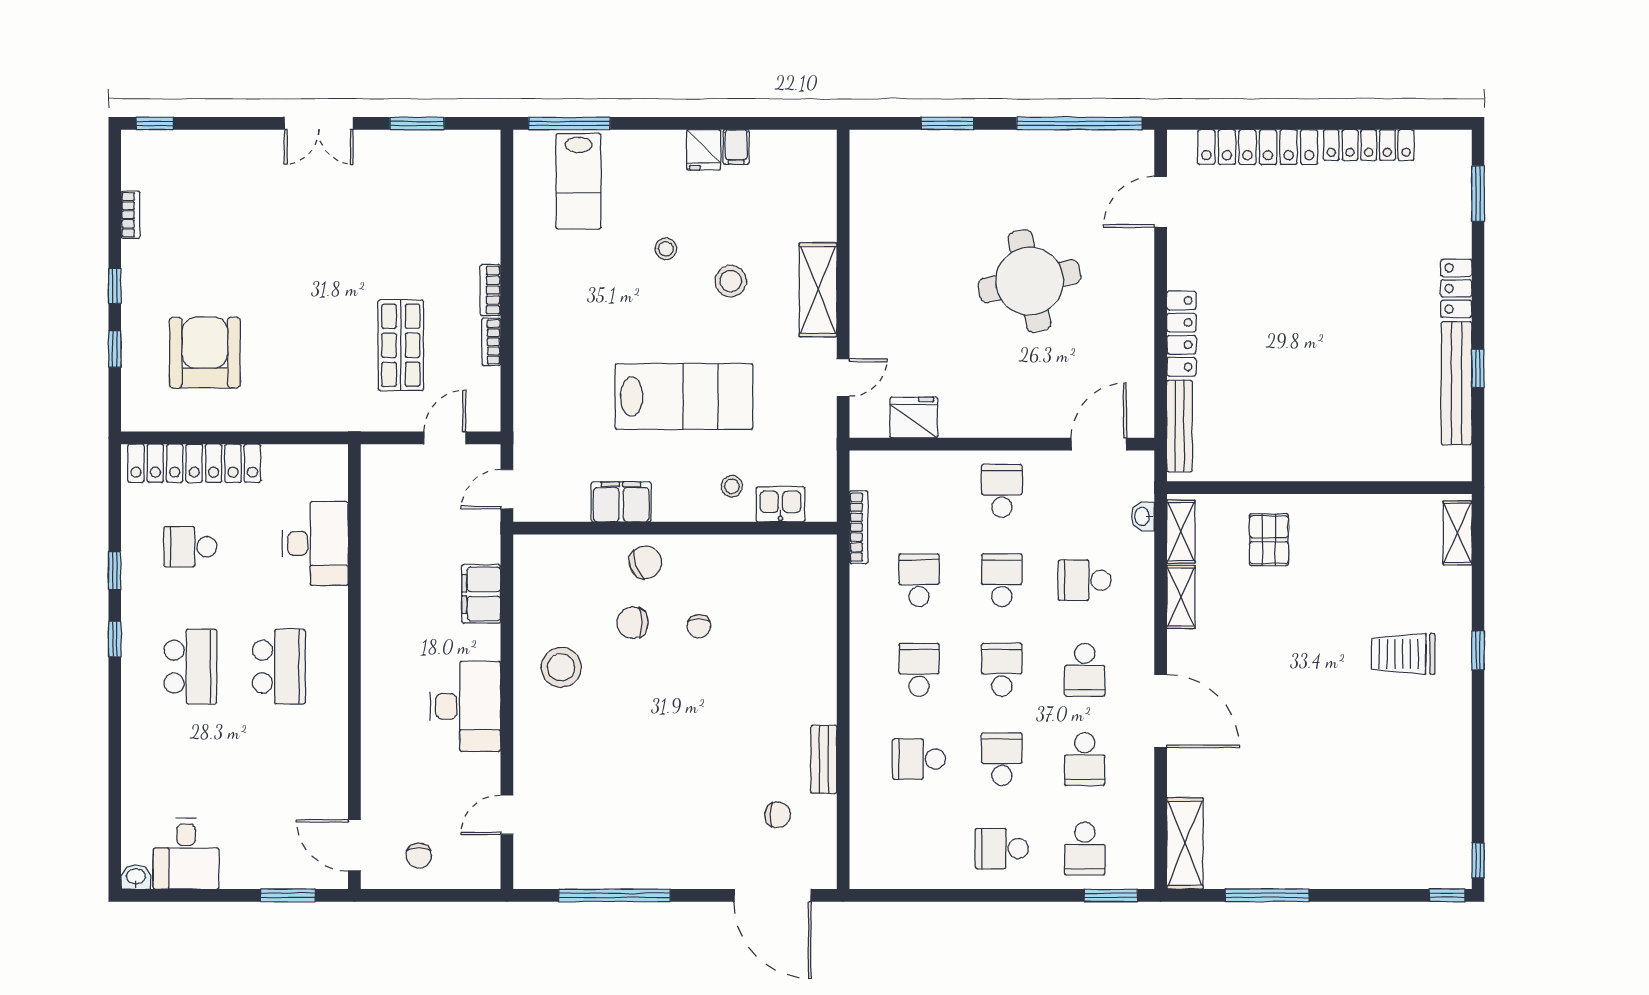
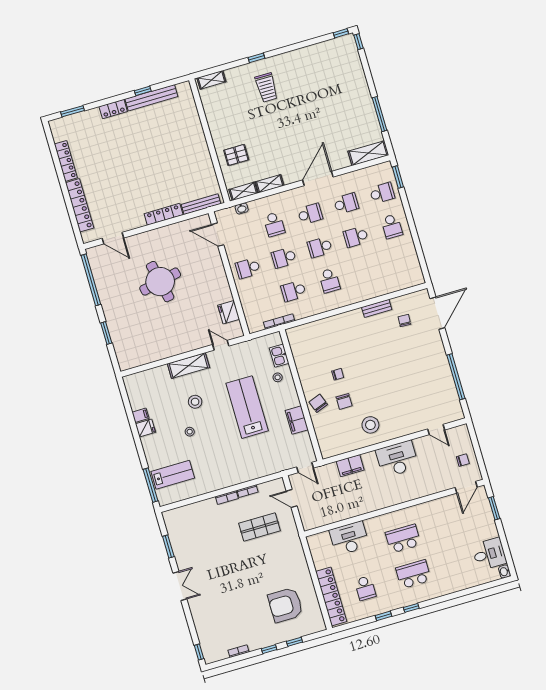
school desk: (919, 670) -> (329, 281), turned -90
school desk: (919, 759) -> (365, 270), removed

